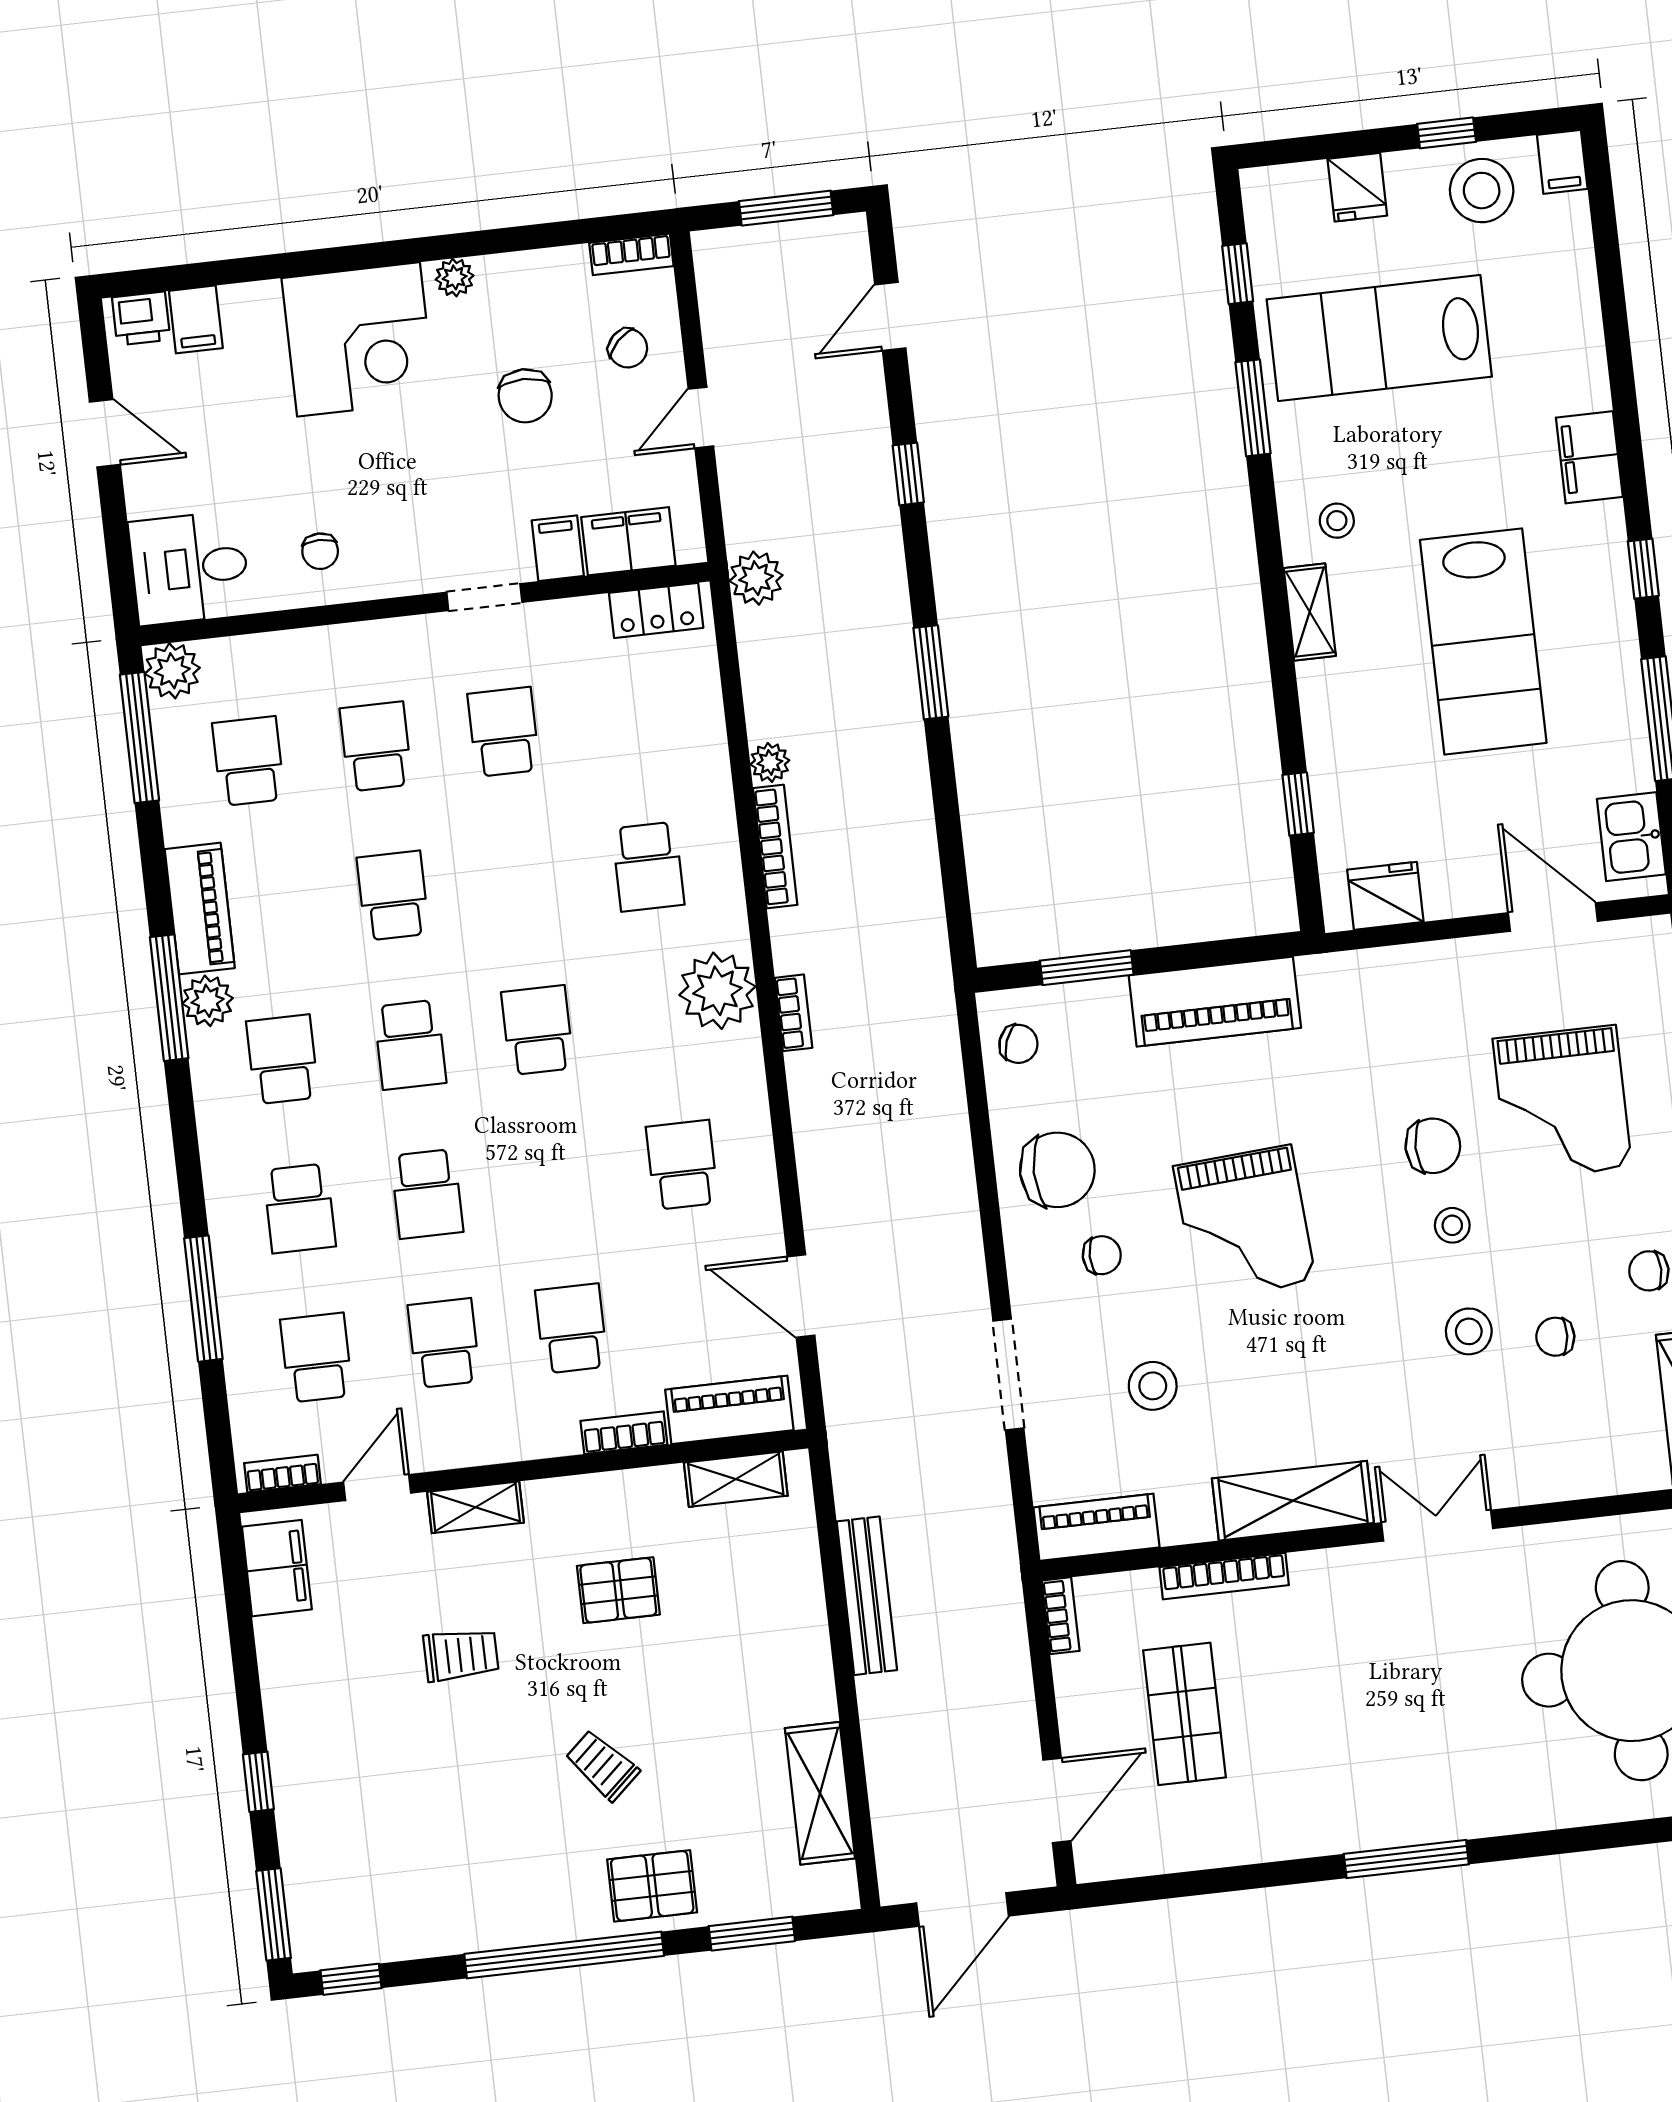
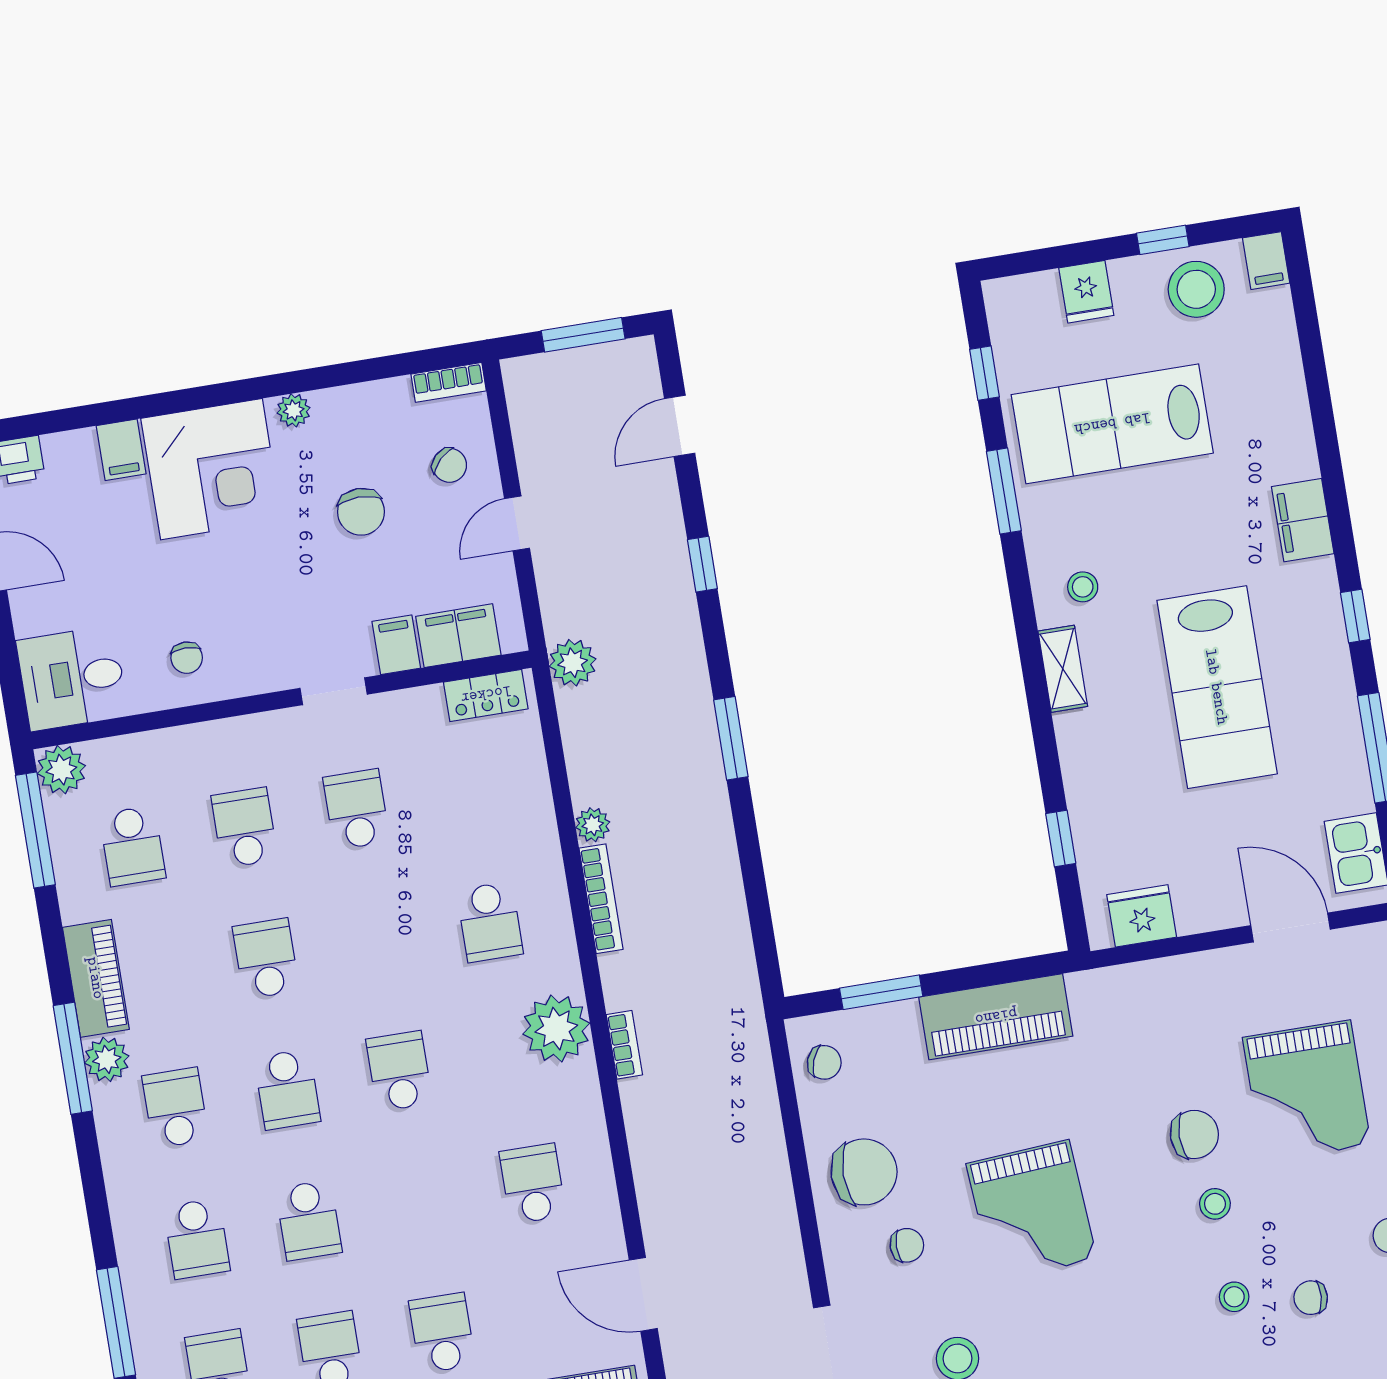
filing cabinet: (196, 319) -> (121, 450), moved
school desk: (248, 761) -> (133, 846), turned 180
stool: (1469, 1331) -> (1234, 1297), width x0.73, depth x0.73

